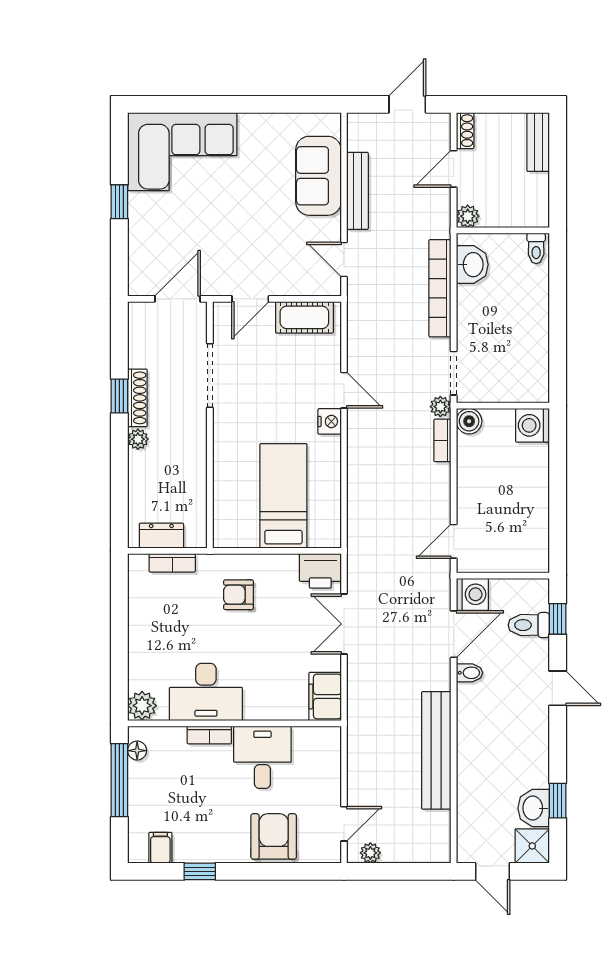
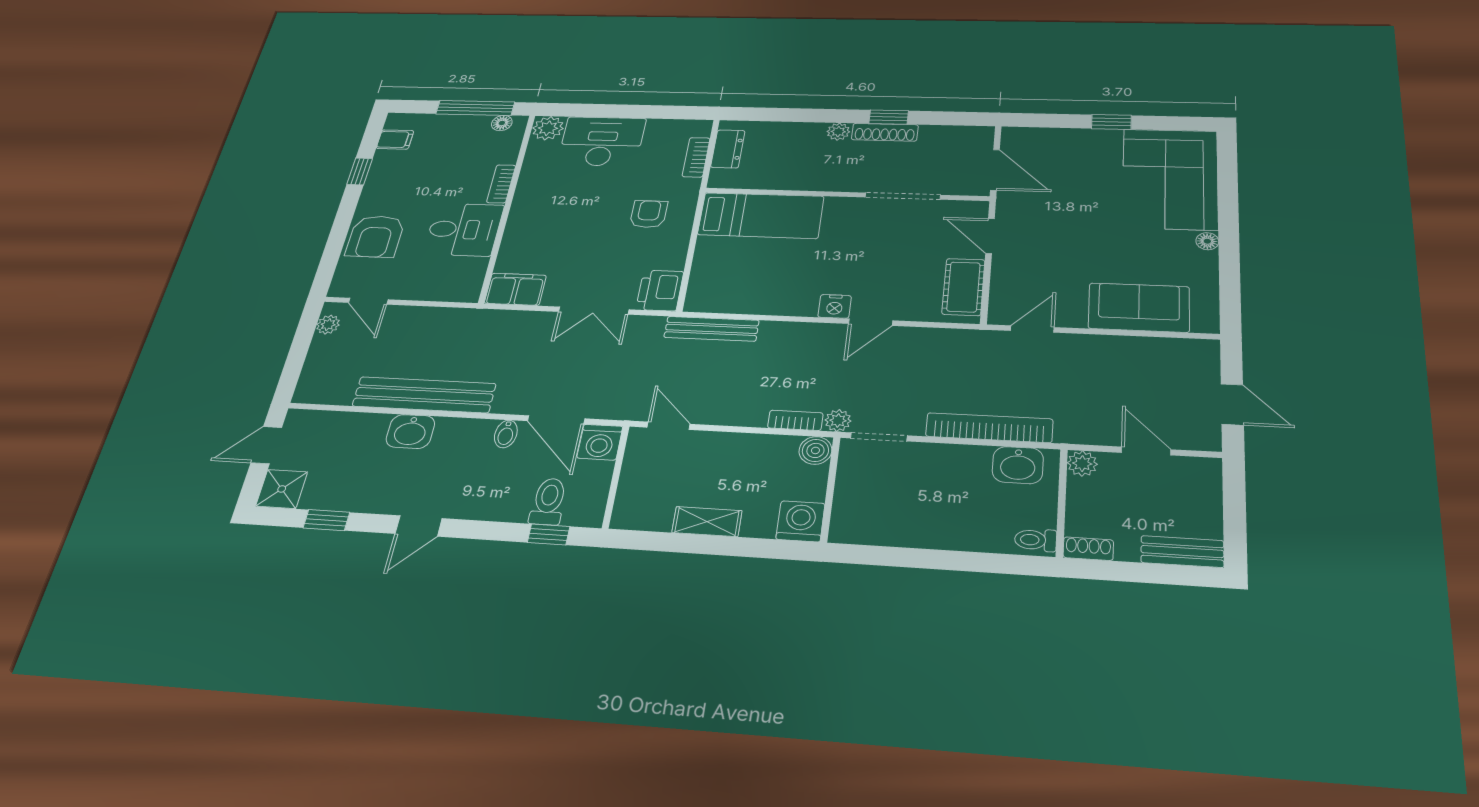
floor lamp: (248, 122) -> (1207, 241), added
shoe rack: (465, 131) -> (1088, 549), moved, turned 180
bench: (358, 191) -> (711, 329), moved
bed: (283, 496) -> (761, 215), moved
shelving: (538, 497) -> (707, 522), added
double door: (344, 624) -> (594, 311), swing flipped
door: (558, 688) -> (419, 526), moved
desk: (206, 692) -> (602, 141), moved, turned 90
washbasin: (534, 808) -> (410, 431), moved, turned 180
armchair: (274, 836) -> (375, 236), turned 90

